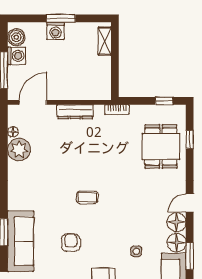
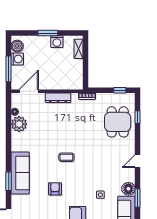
washing machine: (55, 31) -> (57, 42), moved
floor lamp: (176, 222) -> (128, 174), removed
sofa: (21, 241) -> (20, 173), moved

